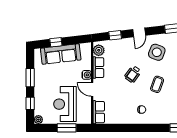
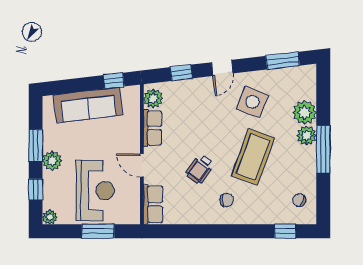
window: (56, 42) -> (114, 81), moved
wheelchair: (133, 74) -> (200, 169), moved
water cooler: (87, 75) -> (132, 141), removed
coffee table: (157, 84) -> (253, 157), width x1.86, depth x1.72
plant: (40, 87) -> (52, 161), added
reception desk: (65, 104) -> (95, 191), turned 180

